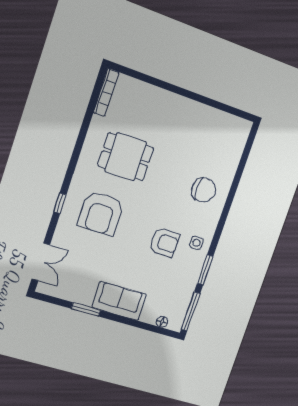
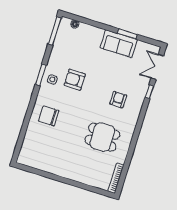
window: (60, 203) -> (150, 92), moved
armchair: (101, 213) -> (118, 100), width x0.53, depth x0.53
window: (205, 270) -> (41, 75), moved
sofa: (119, 301) -> (119, 44), moved

